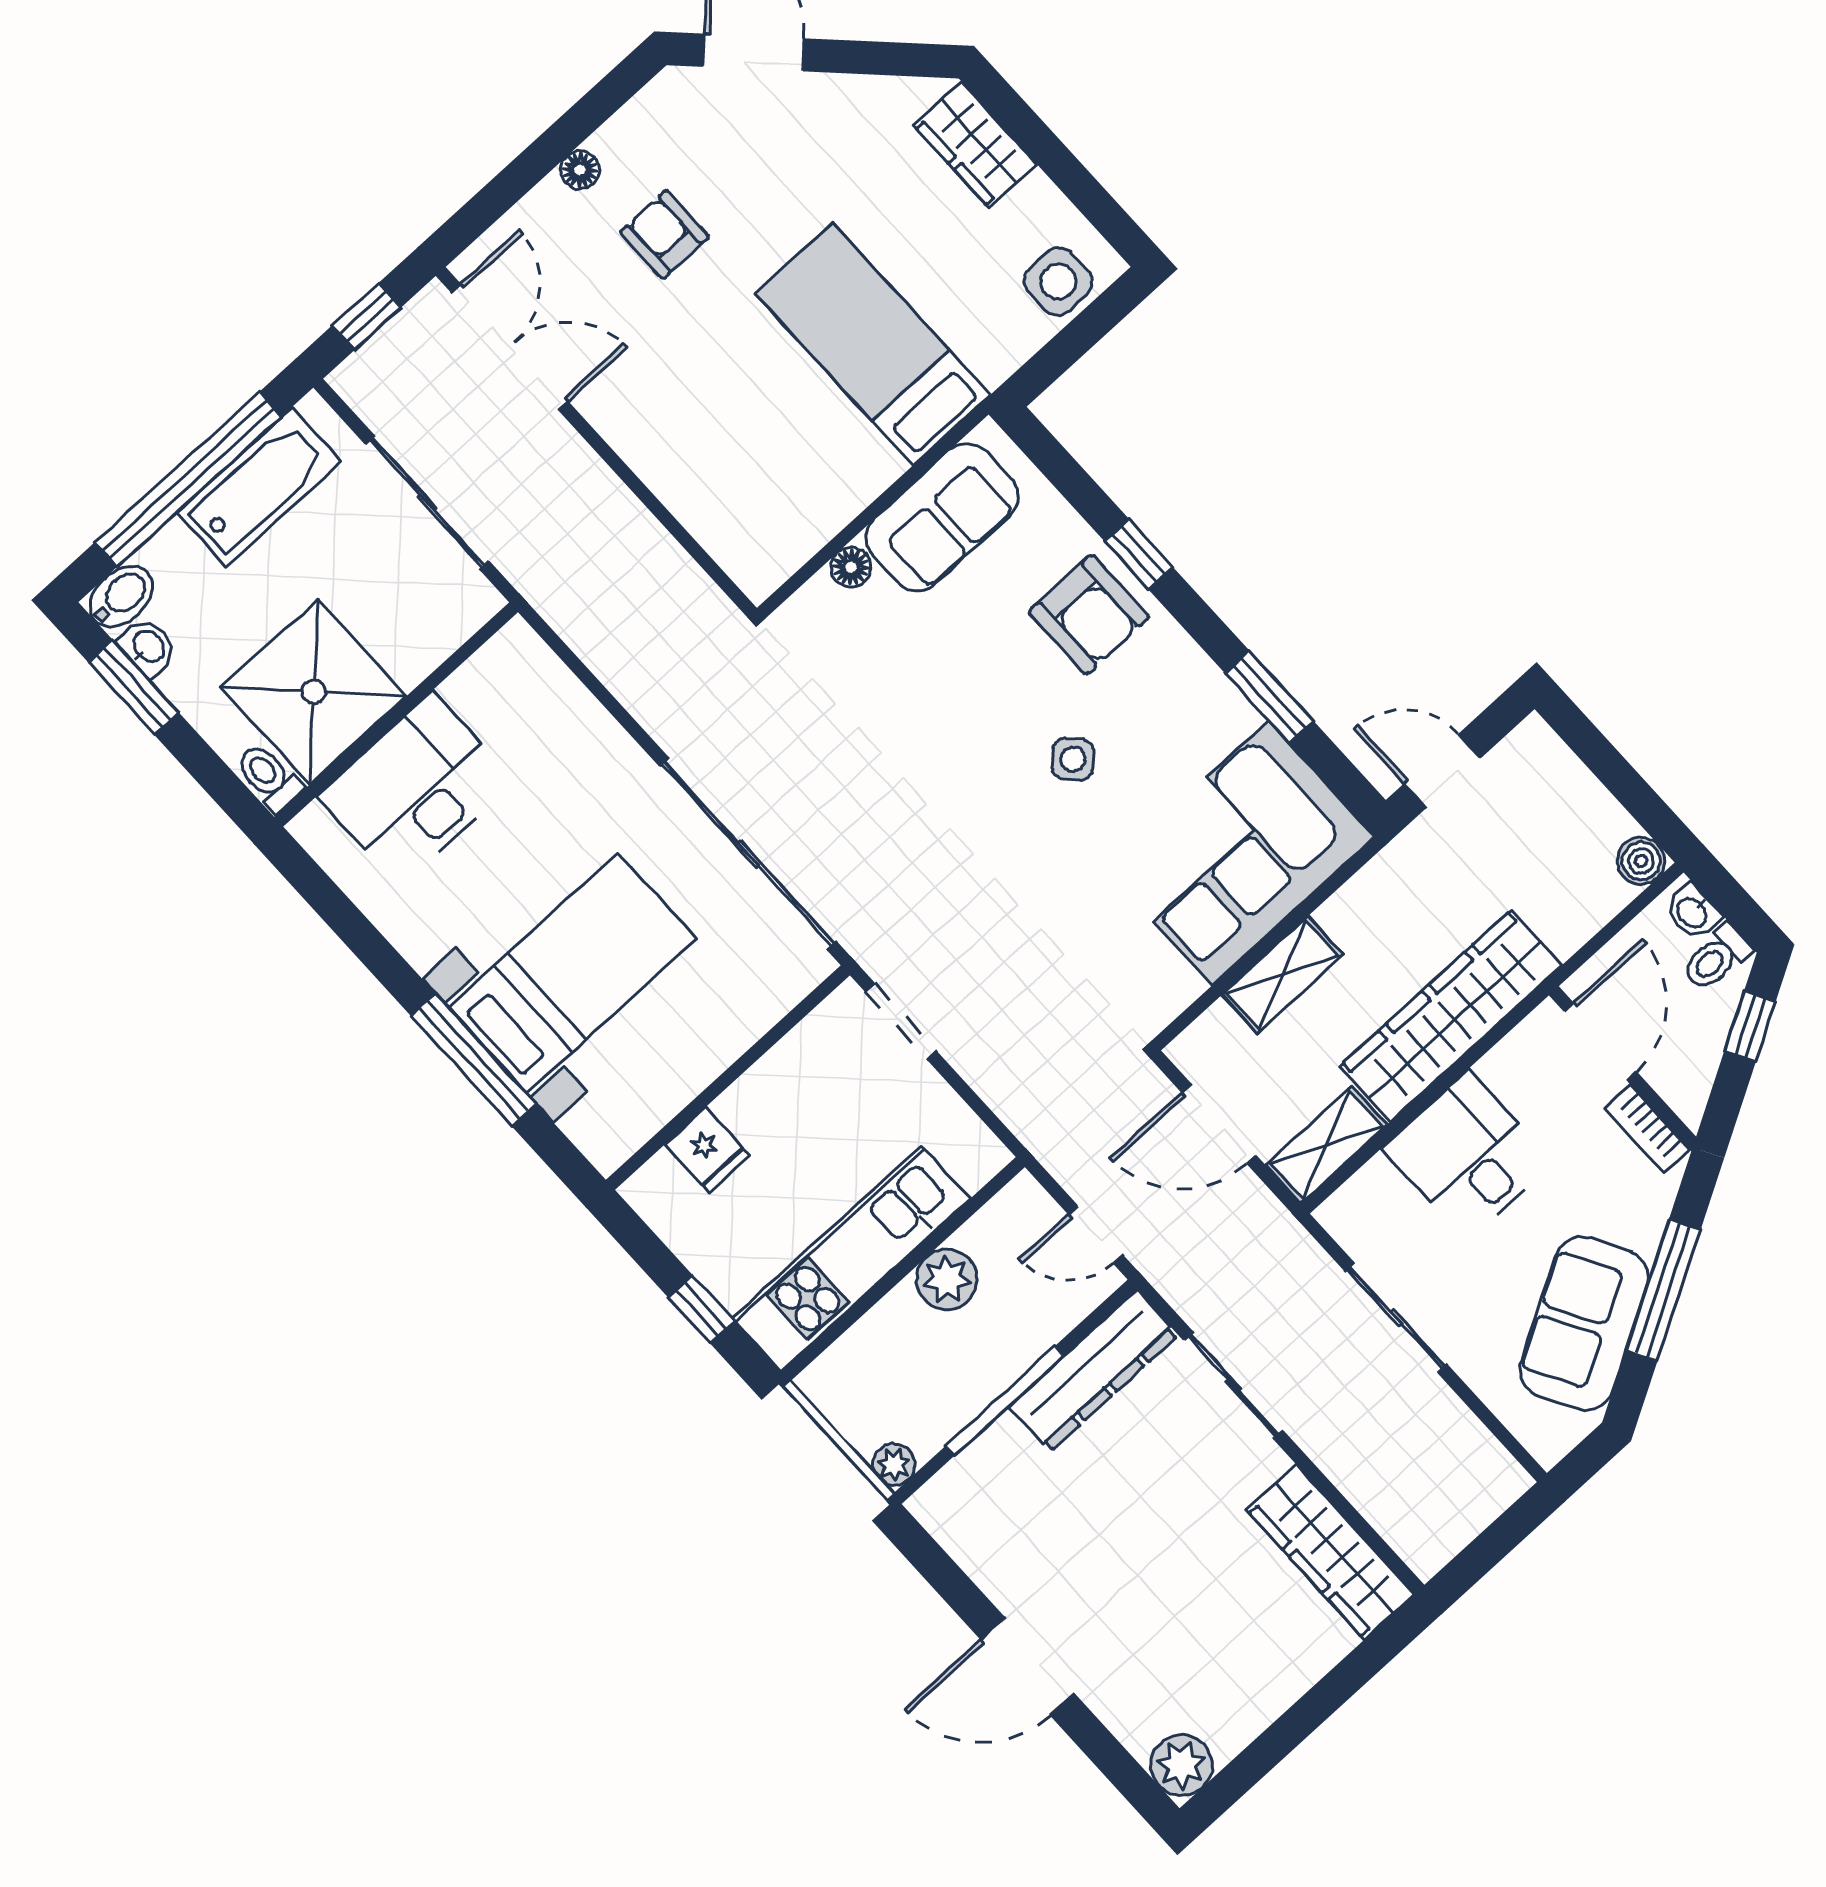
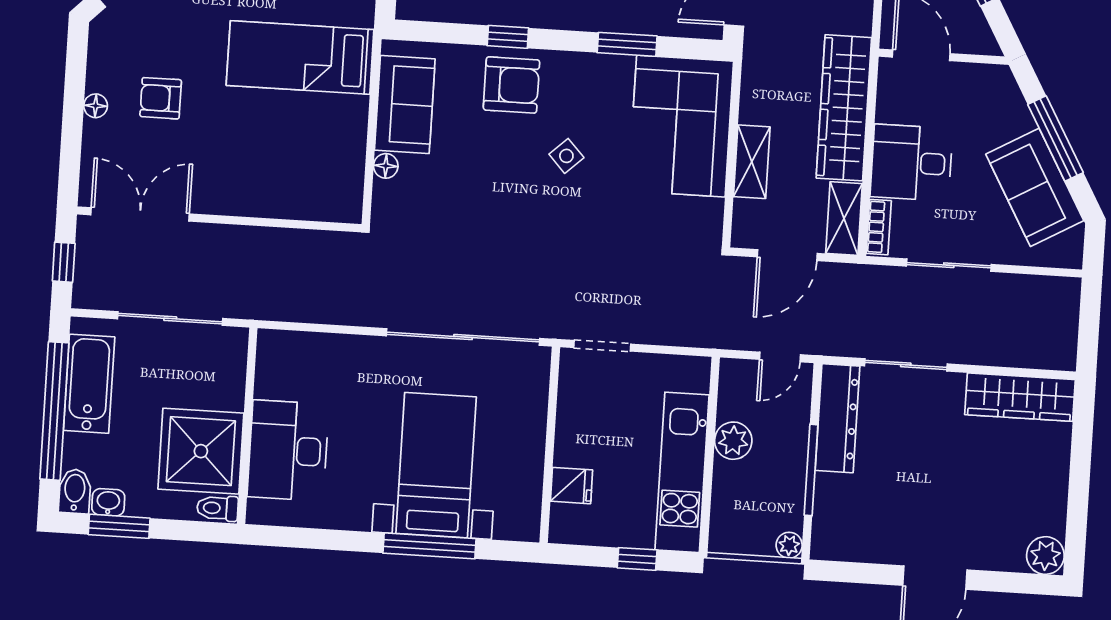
bookcase: (1647, 1129) -> (879, 227), moved, turned -90

